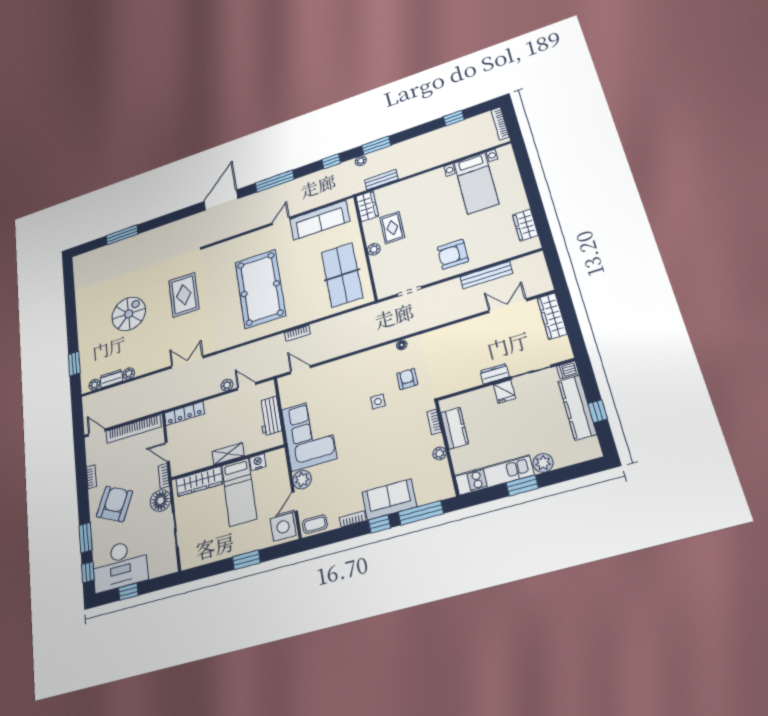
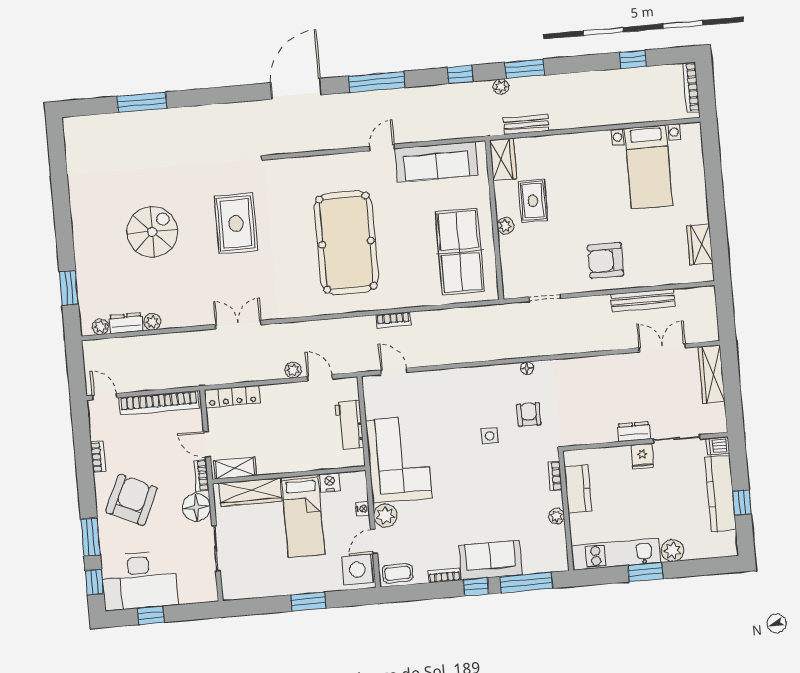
shelving: (228, 454) -> (235, 468), moved
nightstand: (284, 478) -> (362, 509), added

